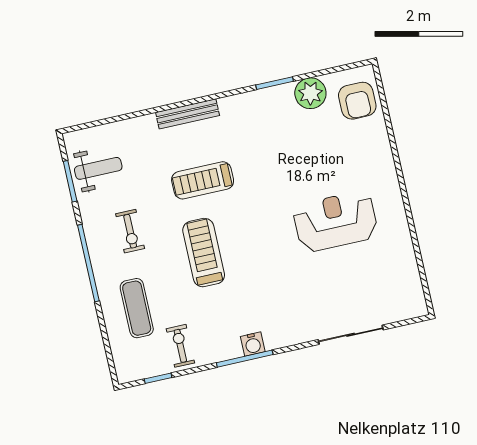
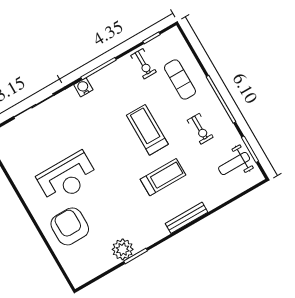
plant: (310, 93) -> (123, 249), moved
armchair: (357, 101) -> (70, 226), moved, width x1.36, depth x1.36
exercise bike: (130, 231) -> (200, 129), turned 180
treadmill: (204, 253) -> (147, 130), turned 180
water cooler: (253, 344) -> (83, 87), moved

